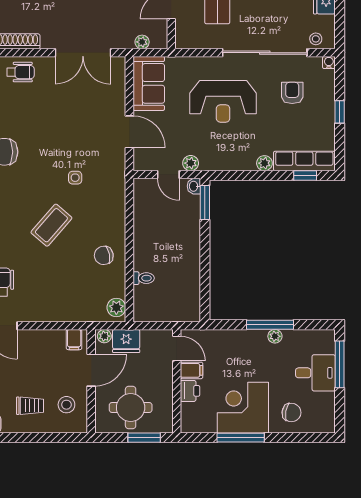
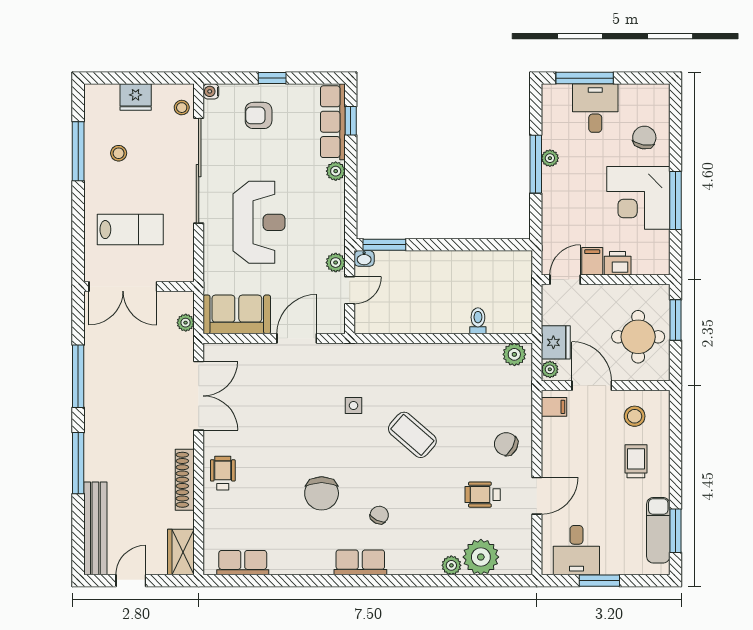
armchair: (292, 93) -> (259, 115), moved
chair: (104, 255) -> (506, 444), moved, turned 128

